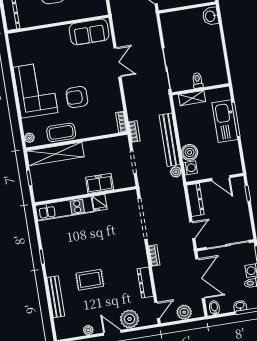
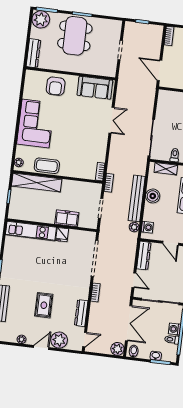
armchair: (77, 97) -> (56, 86), moved, turned -90
boiler: (190, 152) -> (153, 196), moved
door: (192, 230) -> (134, 280), hinge flipped
rug: (90, 280) -> (44, 305), moved, turned 90
plant: (184, 312) -> (117, 349), moved
door: (112, 333) -> (41, 348), hinge flipped

